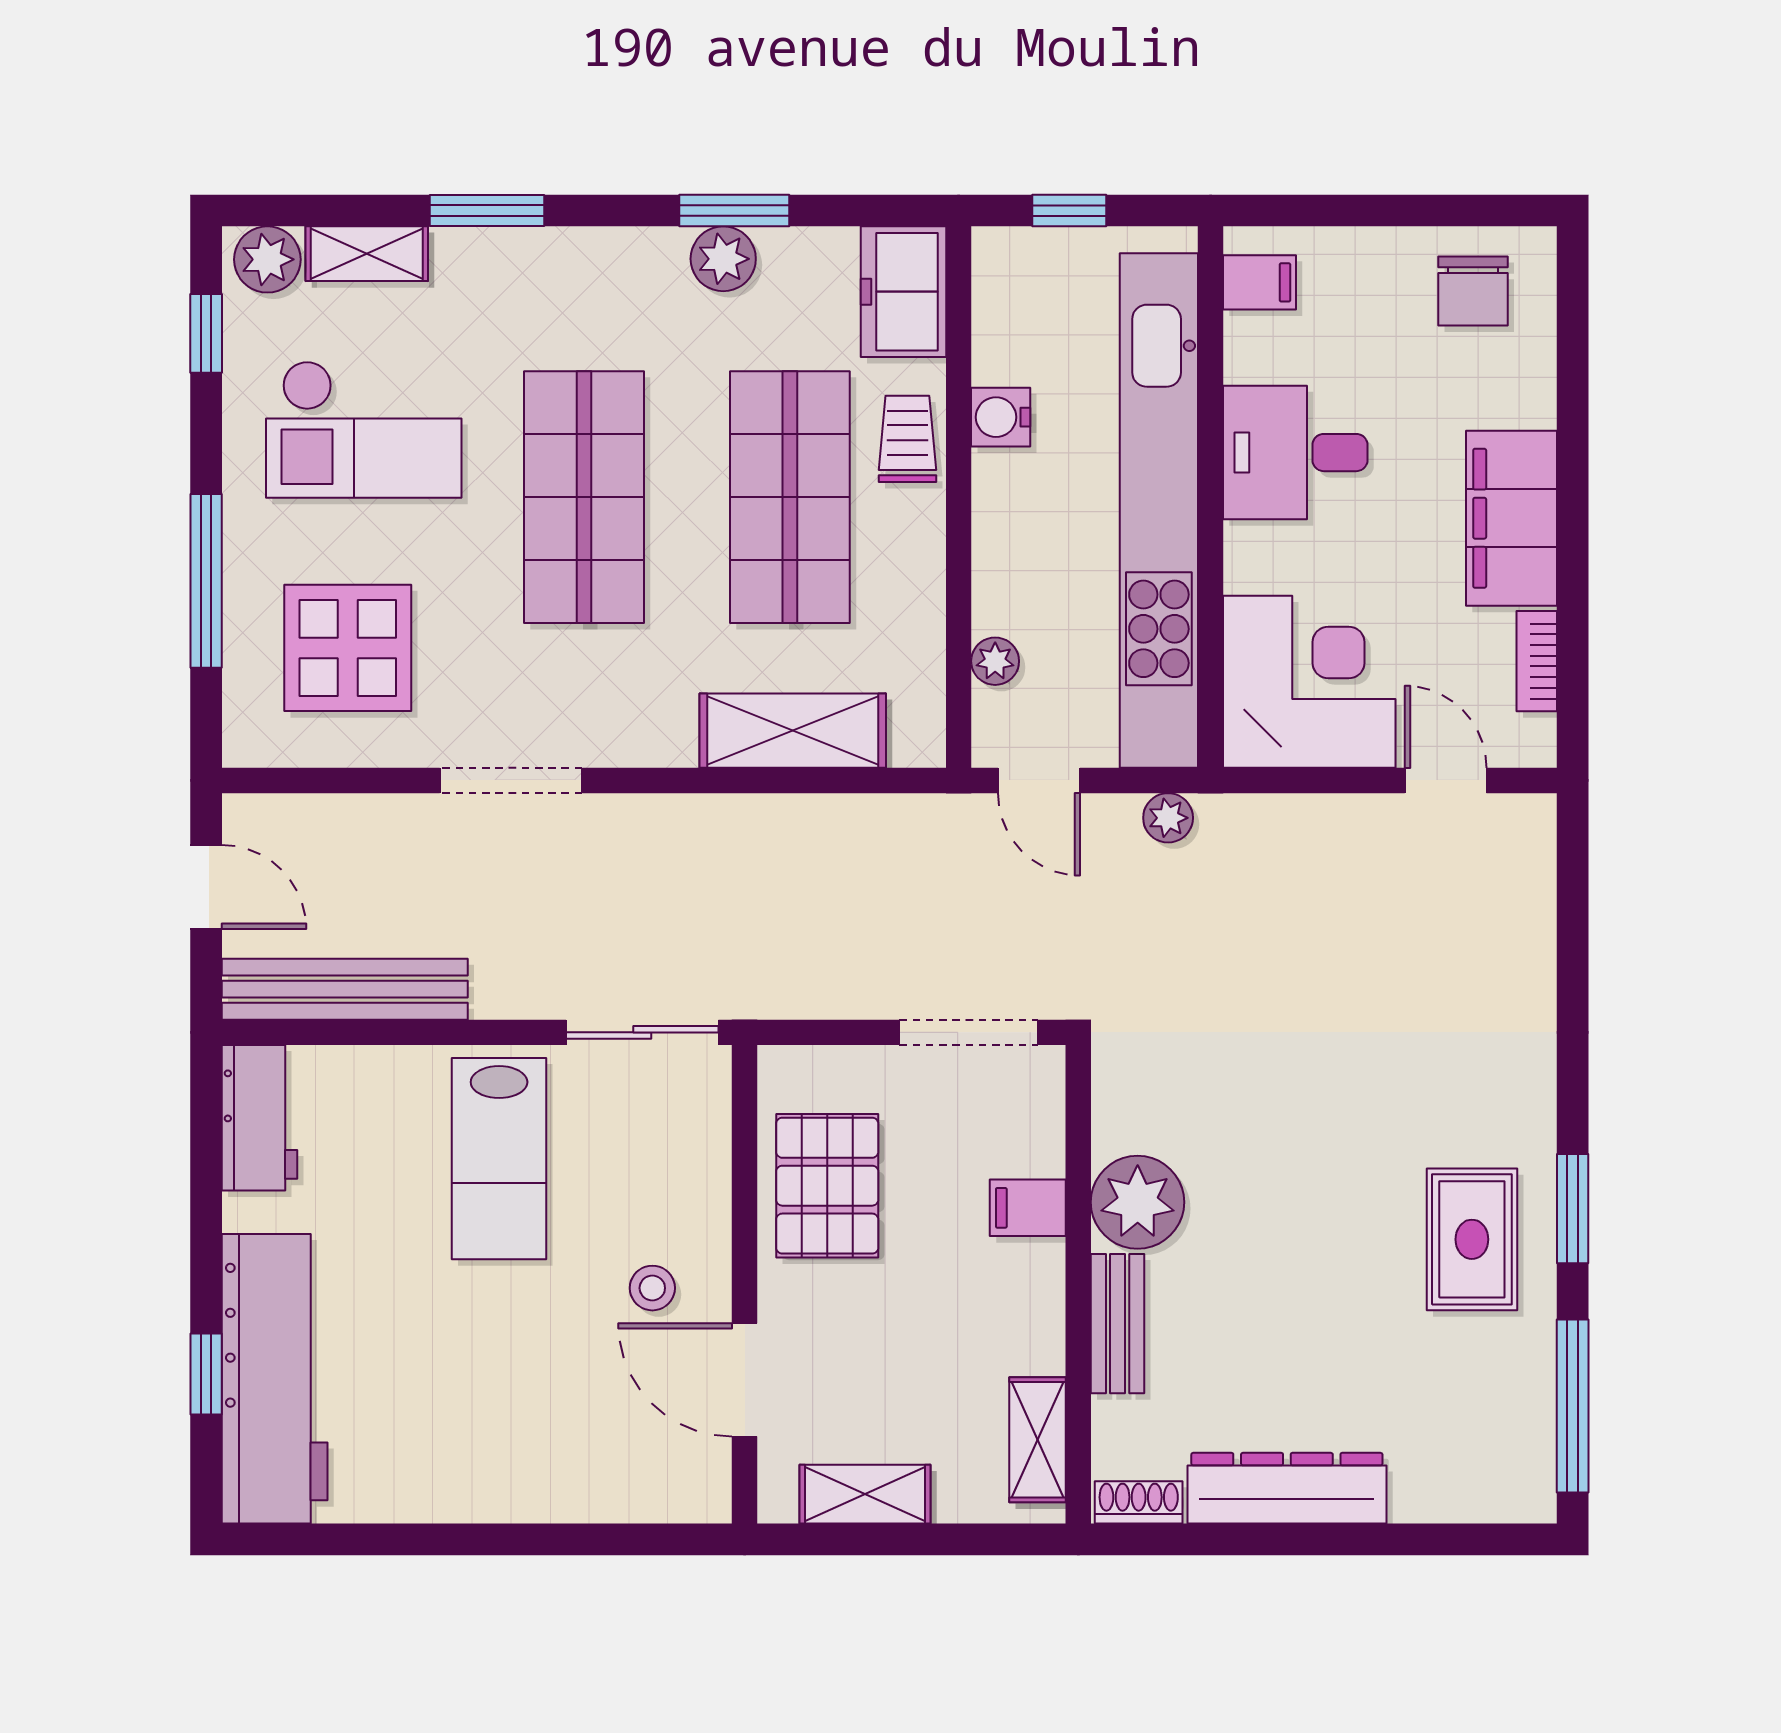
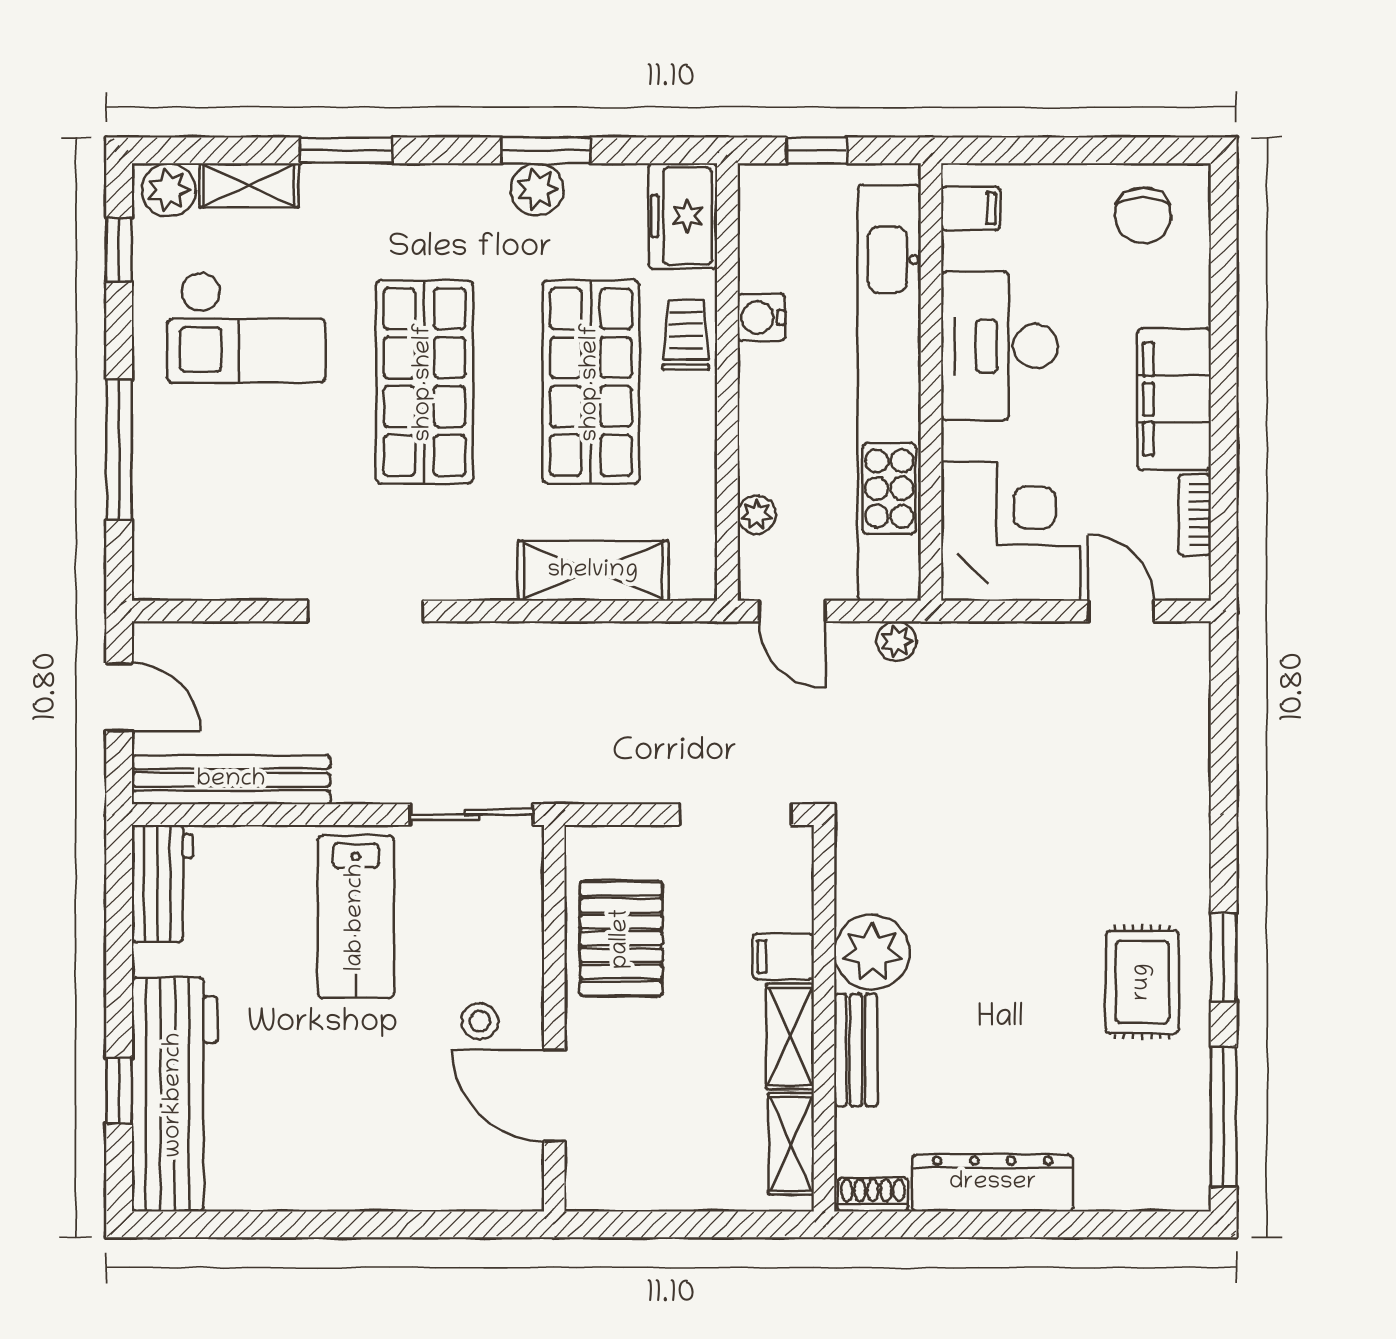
desk: (1295, 453) -> (999, 346), width x1.37
display table: (348, 648) -> (234, 504), removed
shelving: (865, 1494) -> (790, 1036), moved, turned 90

